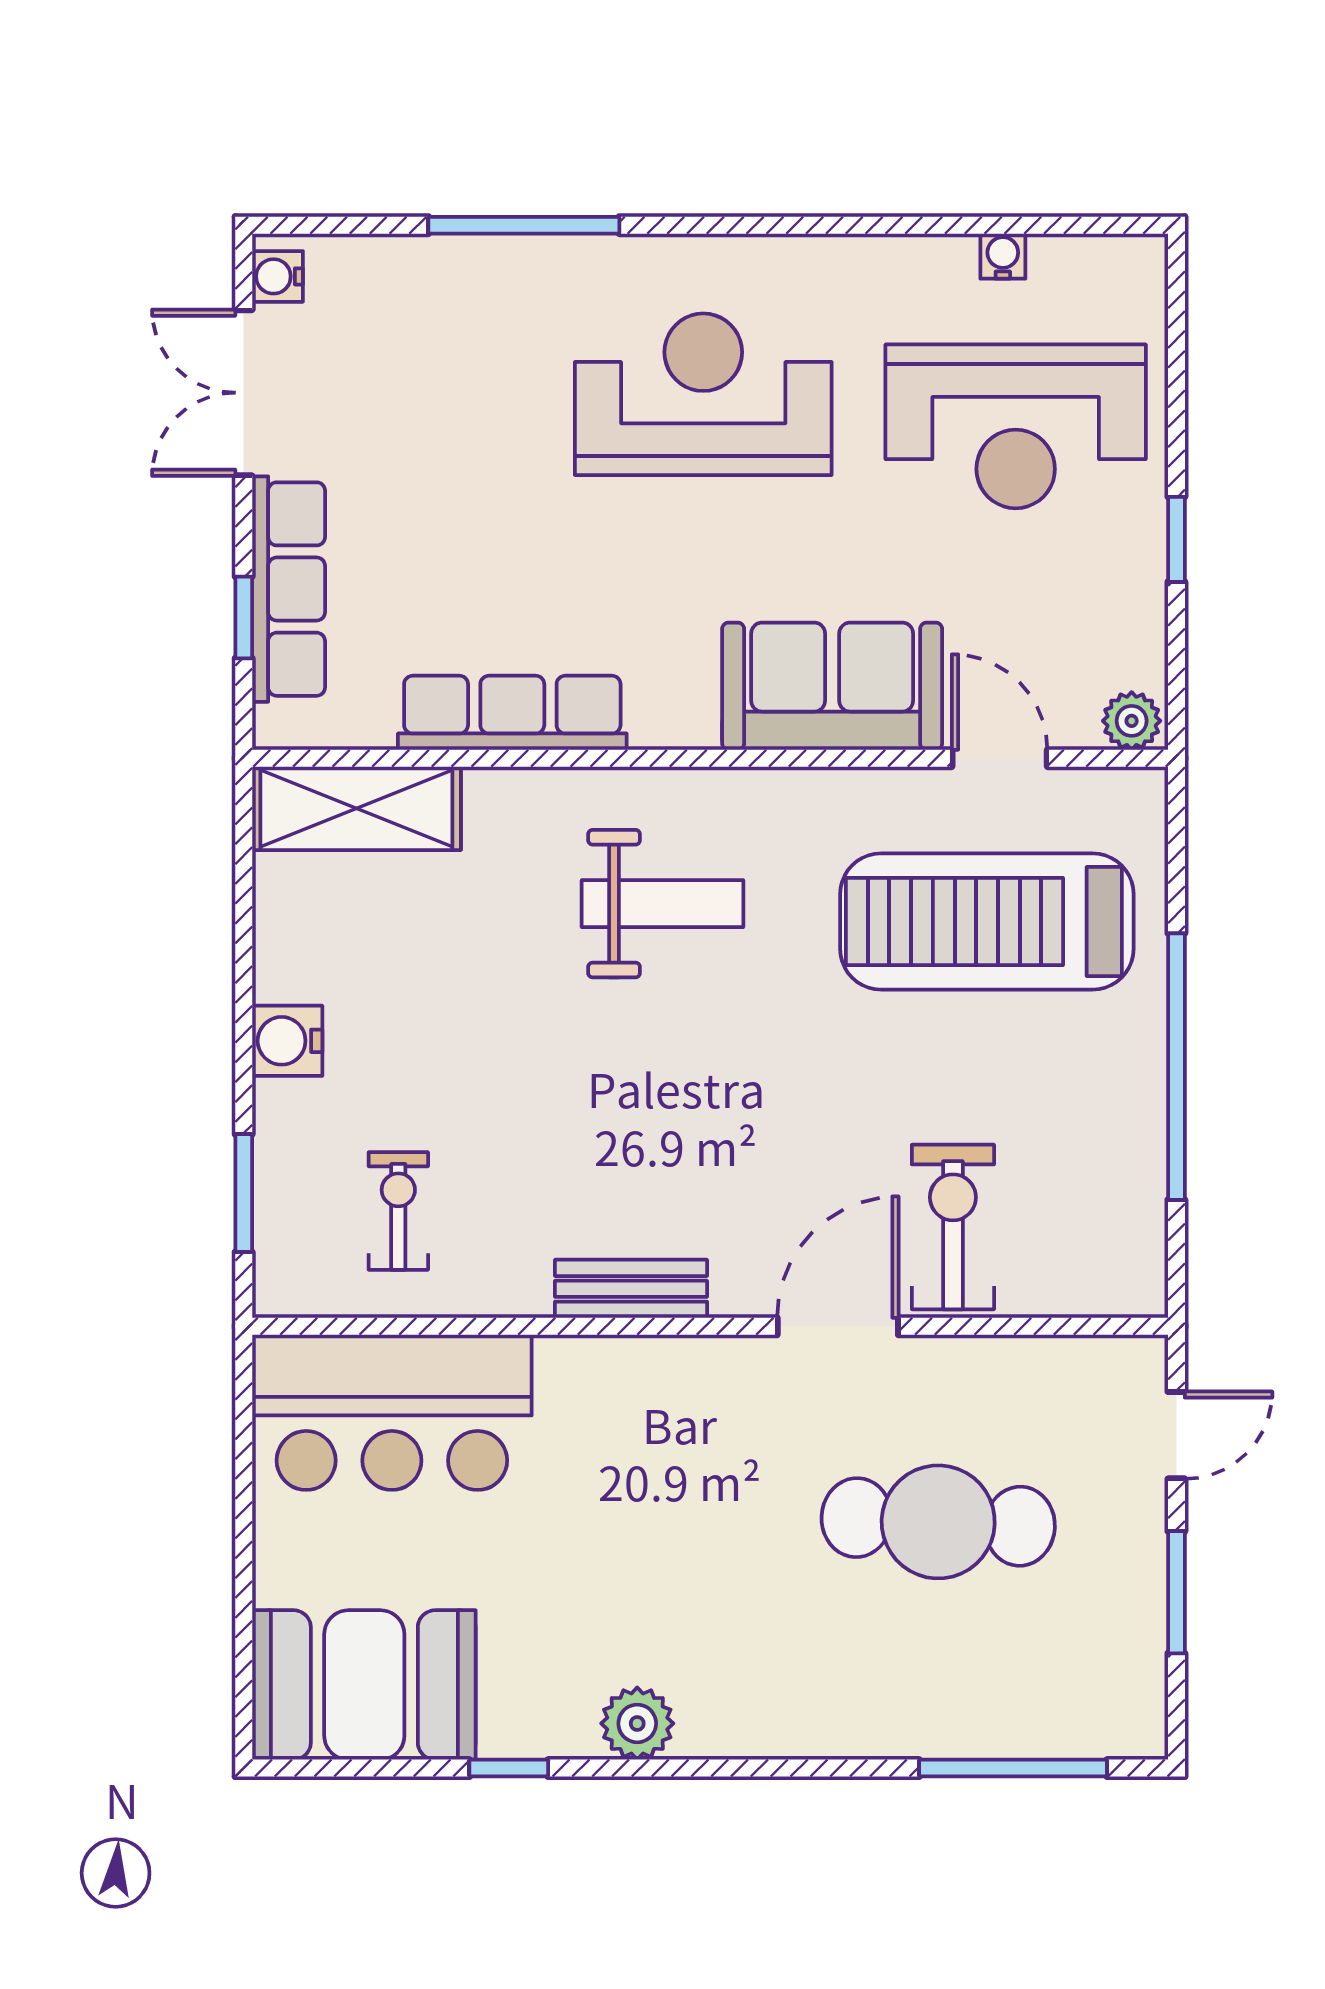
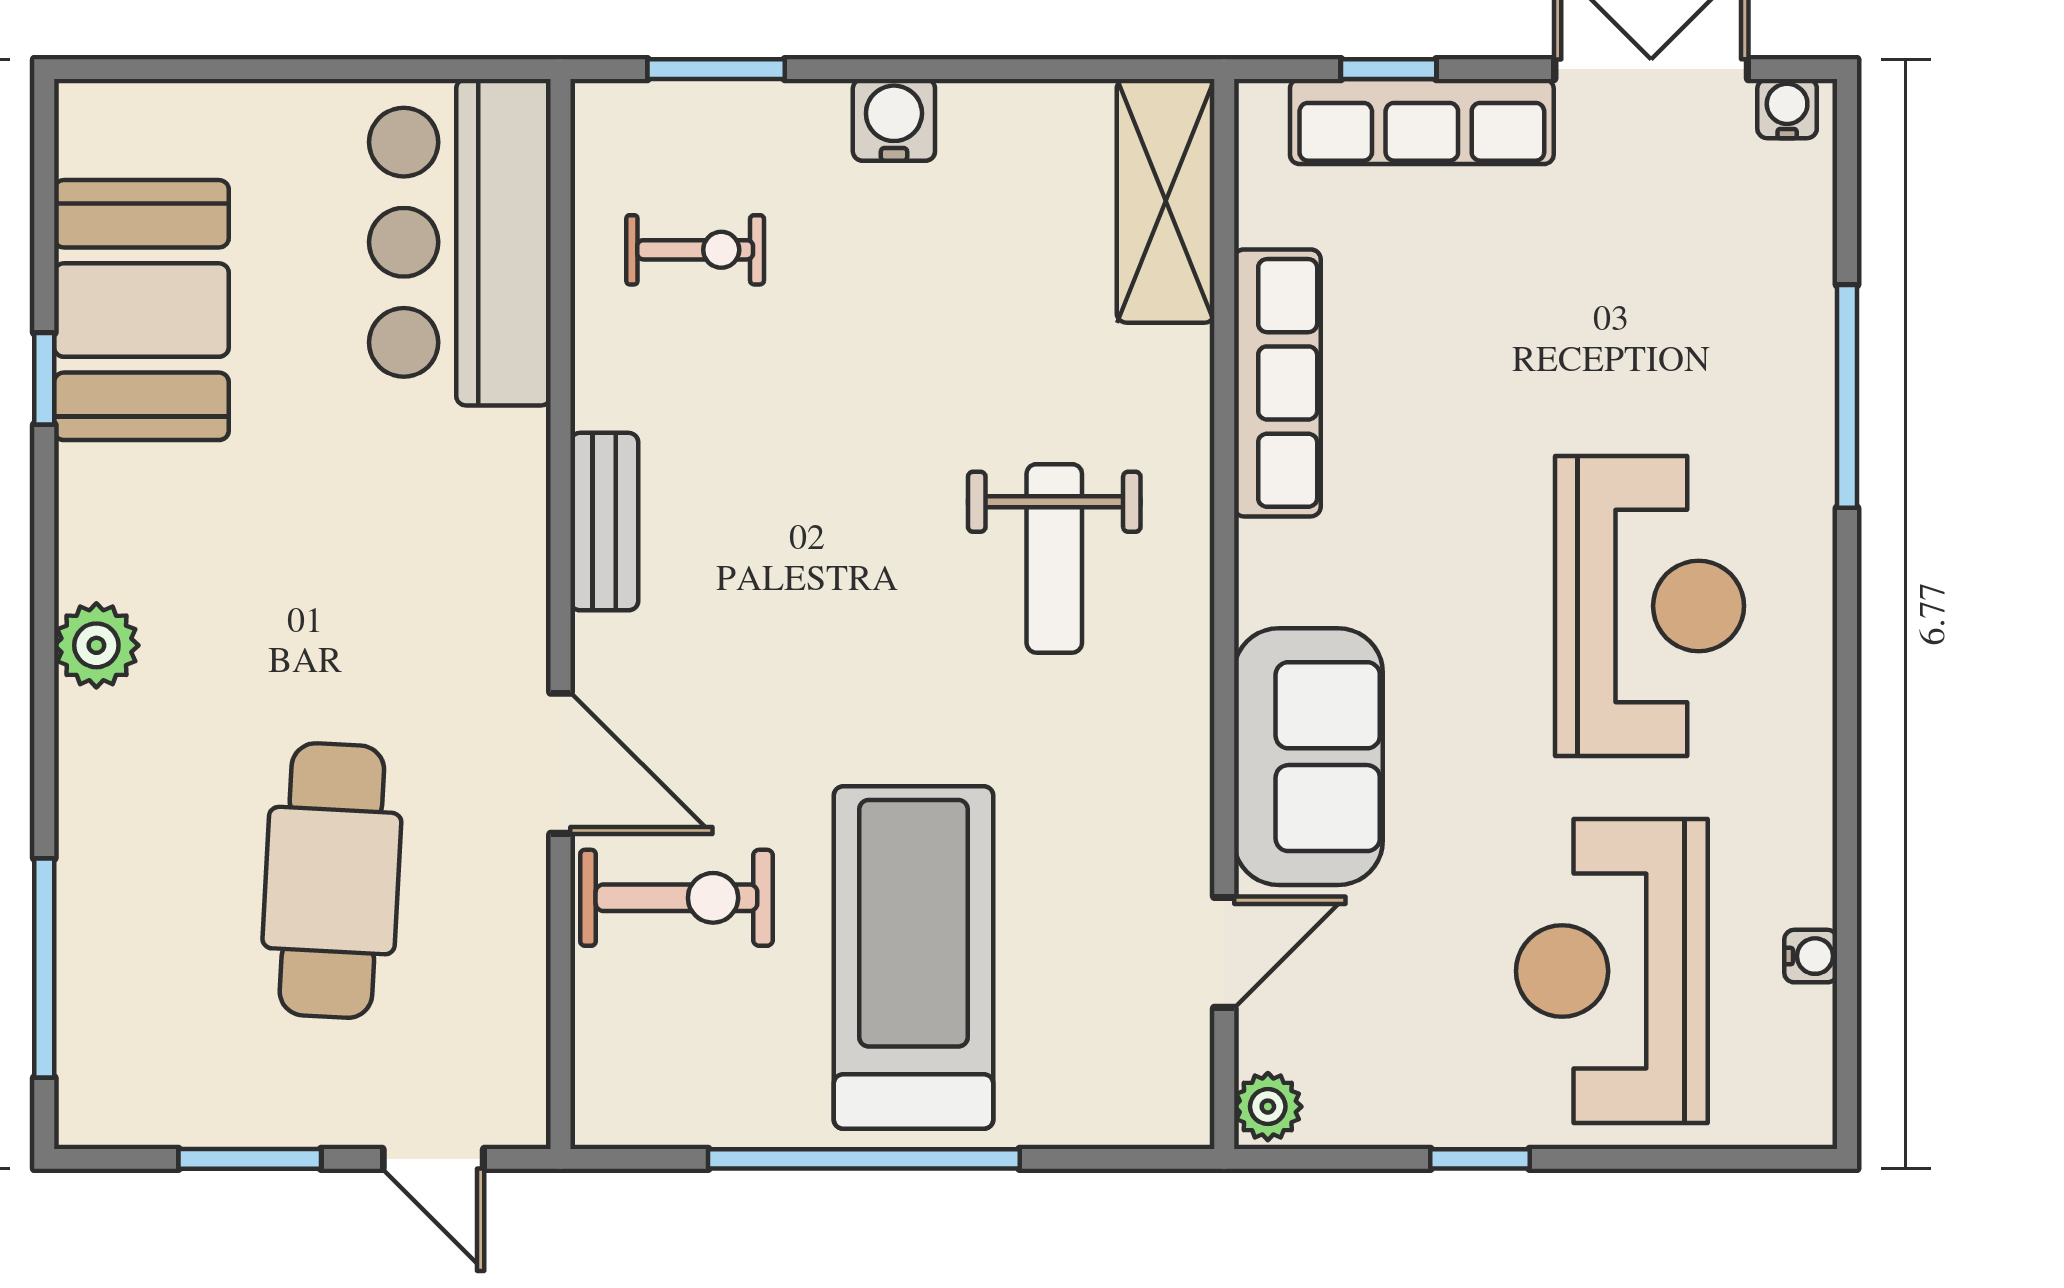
treadmill: (987, 922) -> (913, 958), moved
booth: (364, 1685) -> (141, 310), moved
plant: (637, 1723) -> (96, 645), moved

